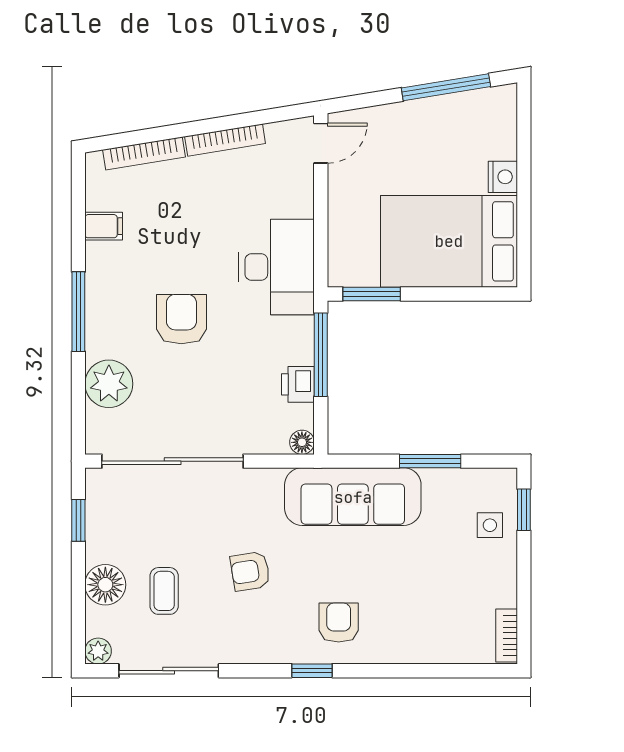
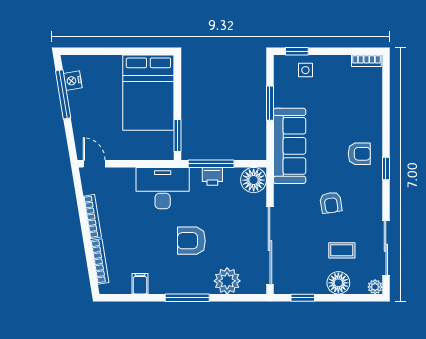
nightstand: (503, 177) -> (73, 81), moved, turned -99
printer: (298, 384) -> (212, 176), moved
floor lamp: (302, 442) -> (254, 180), width x1.89, depth x1.89
armchair: (339, 623) -> (359, 154), turned 180

